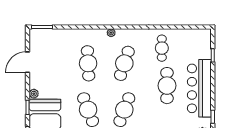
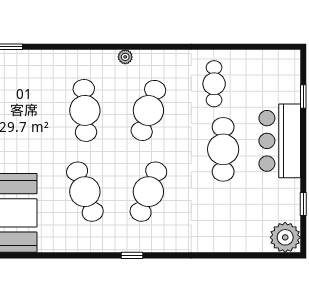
bar counter: (199, 88) -> (280, 141), width x0.73

